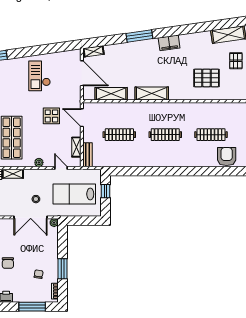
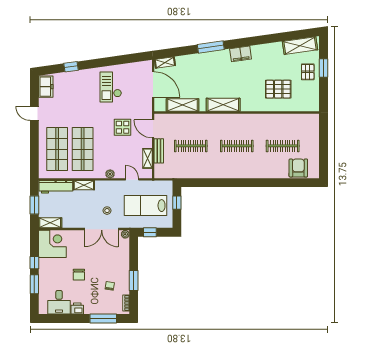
bench: (88, 155) -> (159, 151), moved
window: (79, 221) -> (150, 232), added

